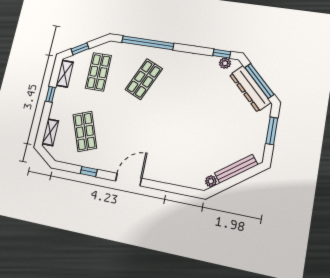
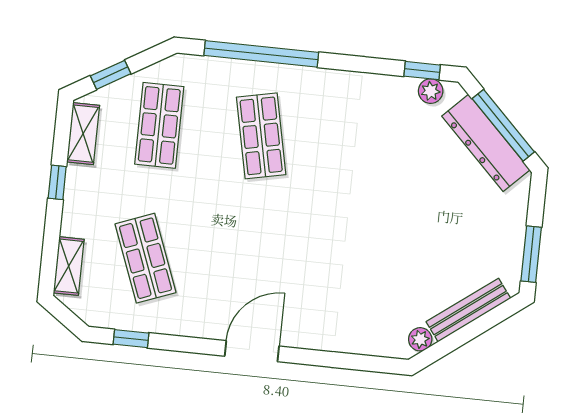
shop shelf: (144, 79) -> (261, 136), turned -36
window: (272, 131) -> (531, 254), moved
window: (89, 171) -> (131, 339), moved

